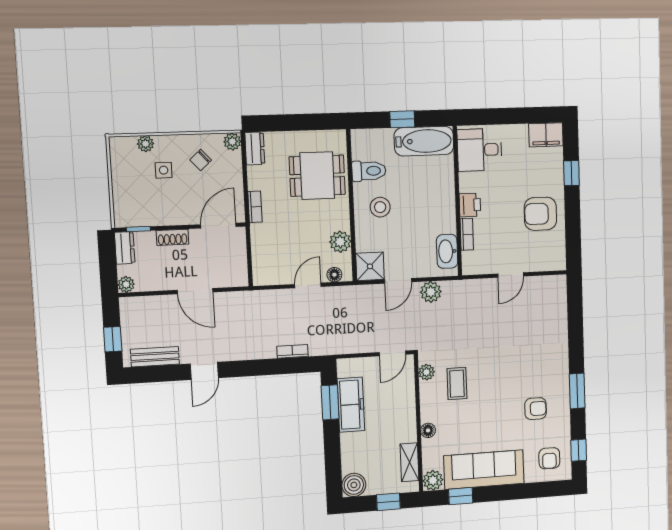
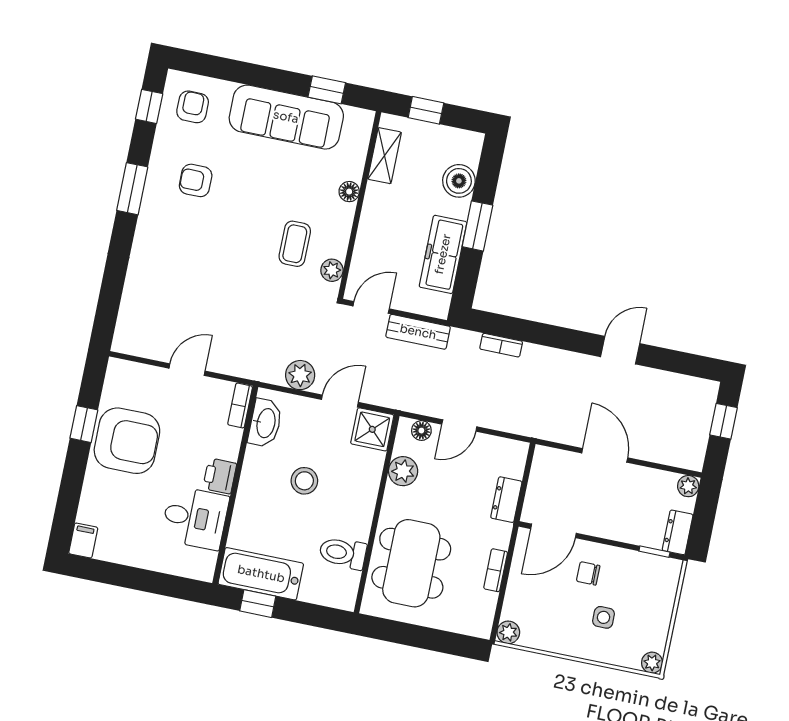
window: (402, 119) -> (258, 604), moved
filing cabinet: (546, 135) -> (83, 541), width x0.50
plant: (145, 144) -> (652, 663), moved
dresser: (255, 148) -> (506, 500), moved
desk: (480, 150) -> (195, 518), moved
chair: (201, 160) -> (588, 573), moved, turned -138
window: (571, 173) -> (84, 424), moved
dining table: (317, 176) -> (411, 563), width x1.38
bookcase: (255, 207) -> (496, 570), moved
stool: (380, 207) -> (304, 481), moved
armchair: (540, 214) -> (127, 441), width x1.36, depth x1.36
bookcase: (467, 234) -> (240, 405), moved
shoe rack: (172, 237) -> (615, 531), removed
bench: (155, 357) -> (418, 332), moved
window: (330, 402) -> (477, 226), moved
plant: (433, 480) -> (359, 122), removed
boiler: (354, 485) -> (459, 181), moved

